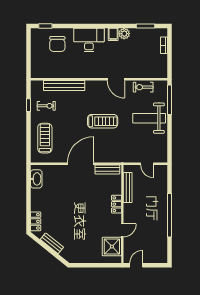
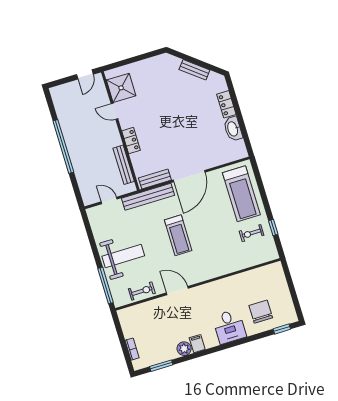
desk: (89, 40) -> (229, 327), width x0.73
bench: (64, 85) -> (148, 197), moved
treadmill: (103, 121) -> (178, 235), turned -90
treadmill: (45, 138) -> (241, 194), width x1.37, depth x1.38
washbasin: (36, 179) -> (233, 129), moved
locker: (36, 221) -> (226, 104), moved
door: (122, 230) -> (114, 111), hinge flipped

